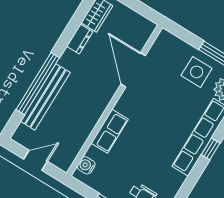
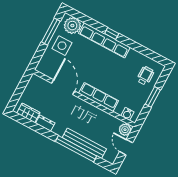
door: (133, 70) -> (63, 87), swing flipped
row of seats: (110, 131) -> (99, 97), width x1.48
plant: (62, 160) -> (125, 130), added

